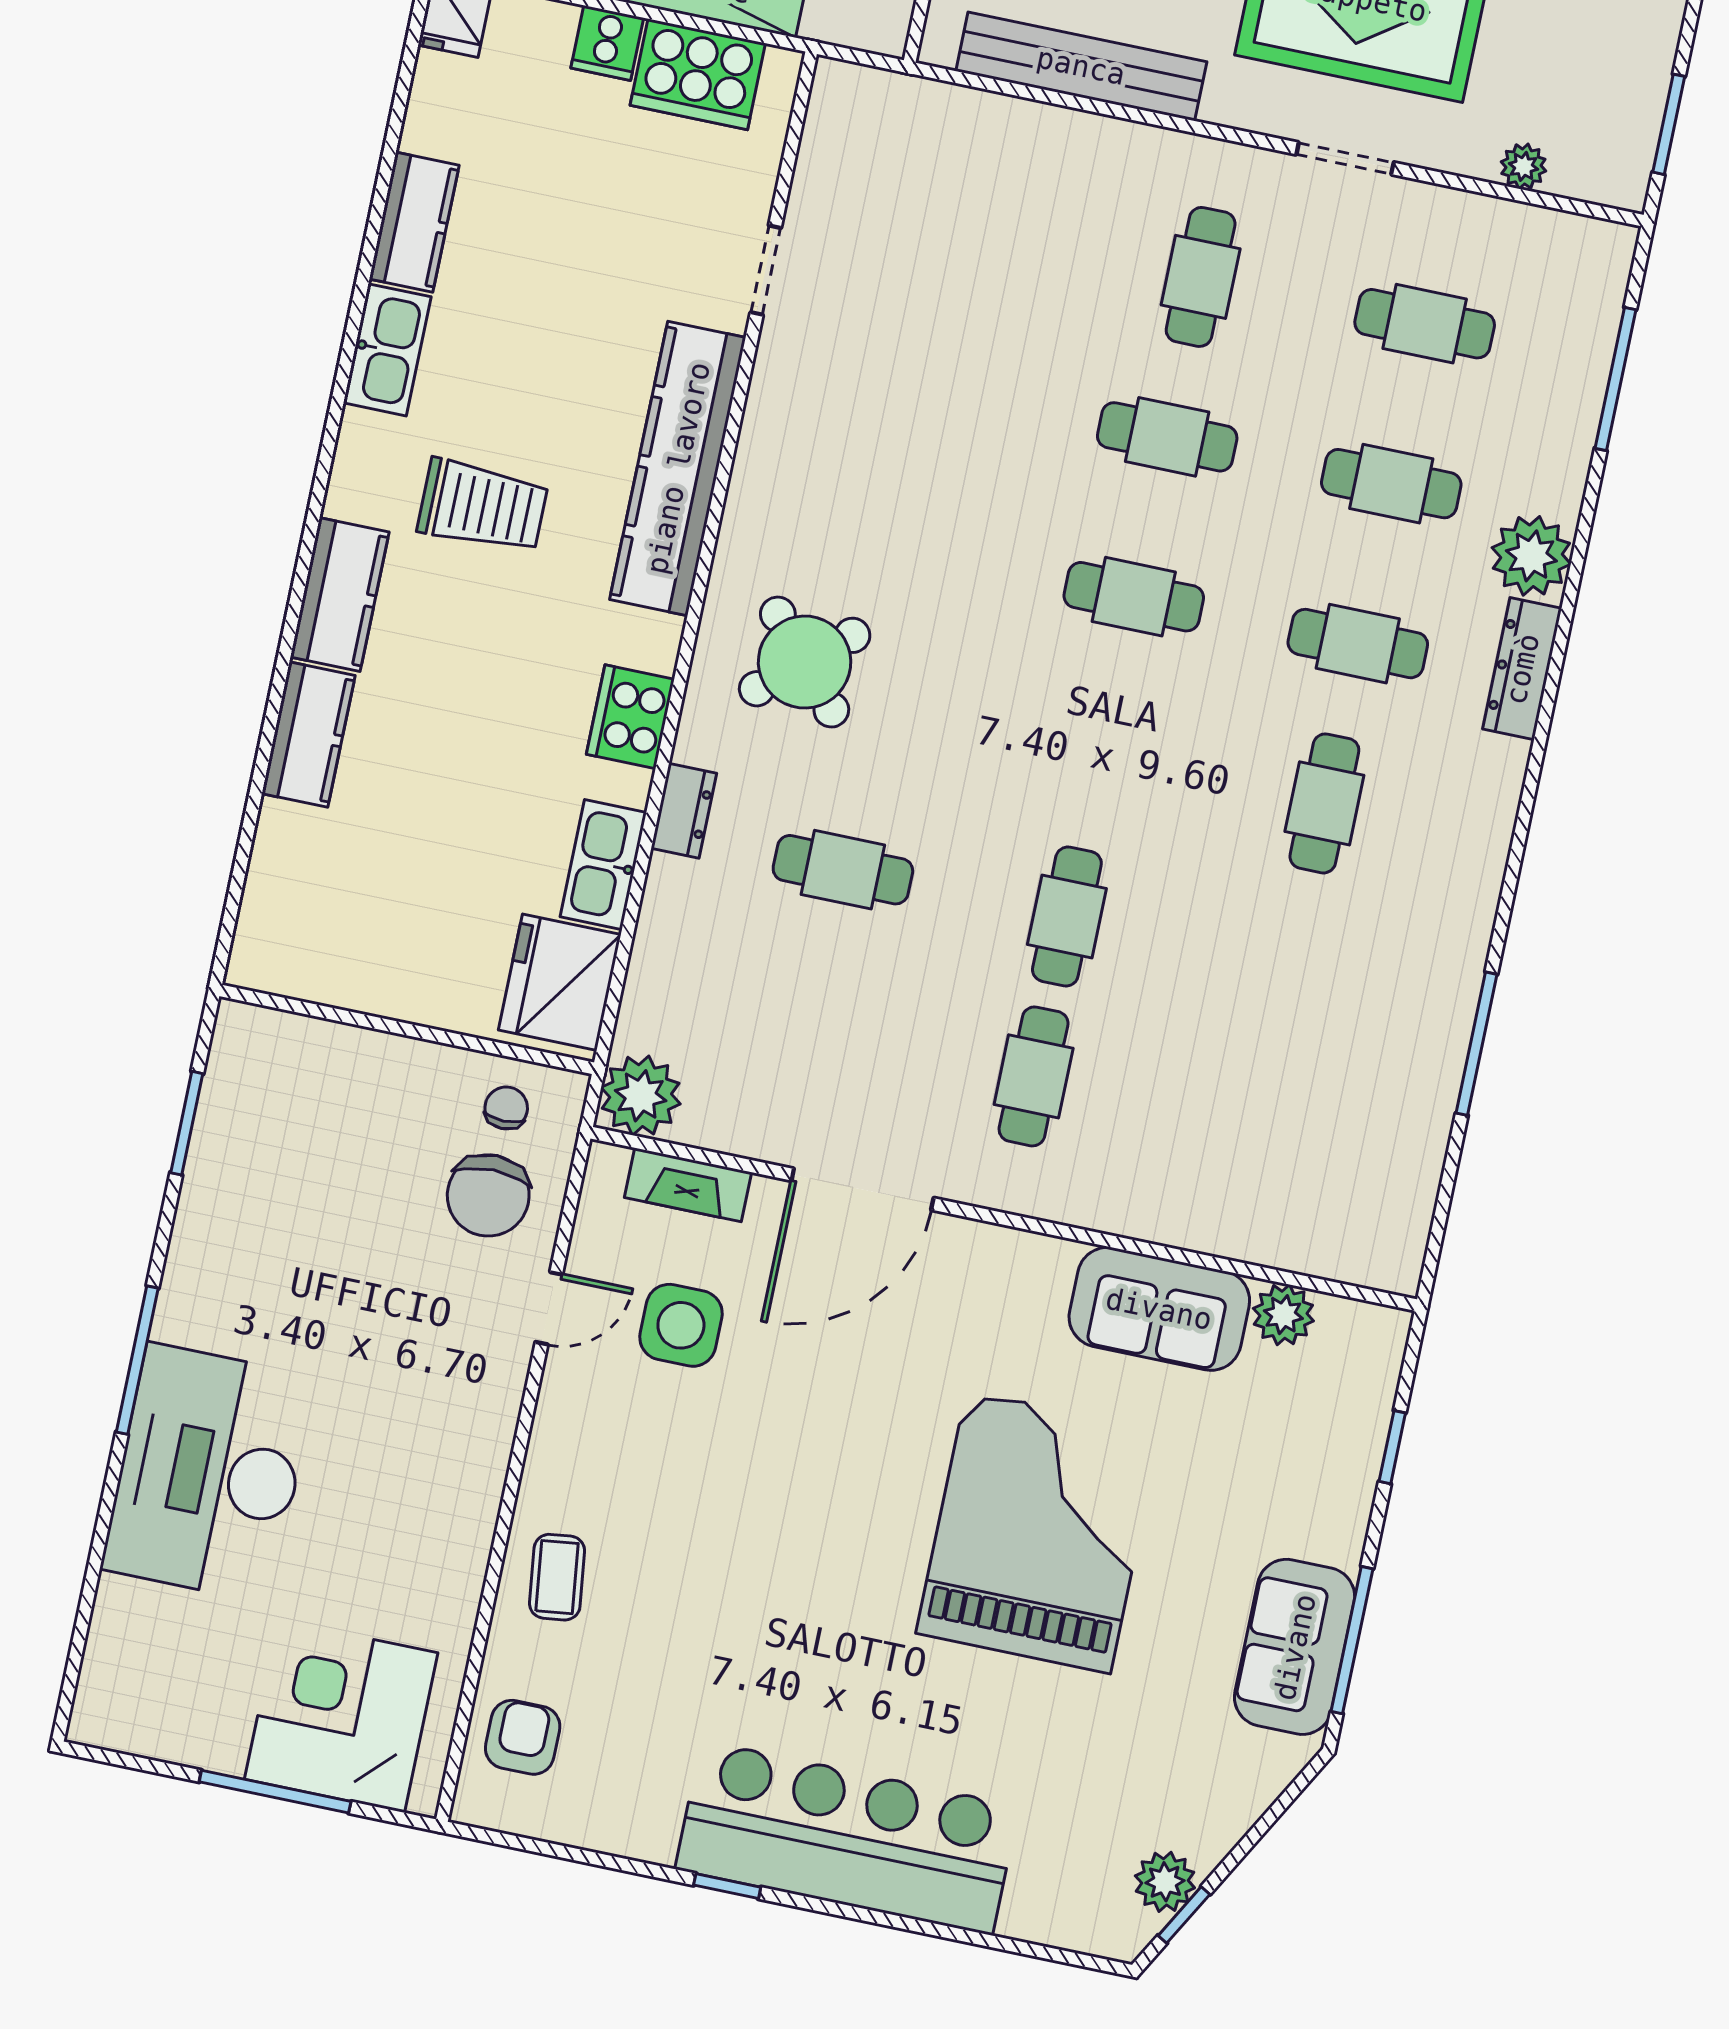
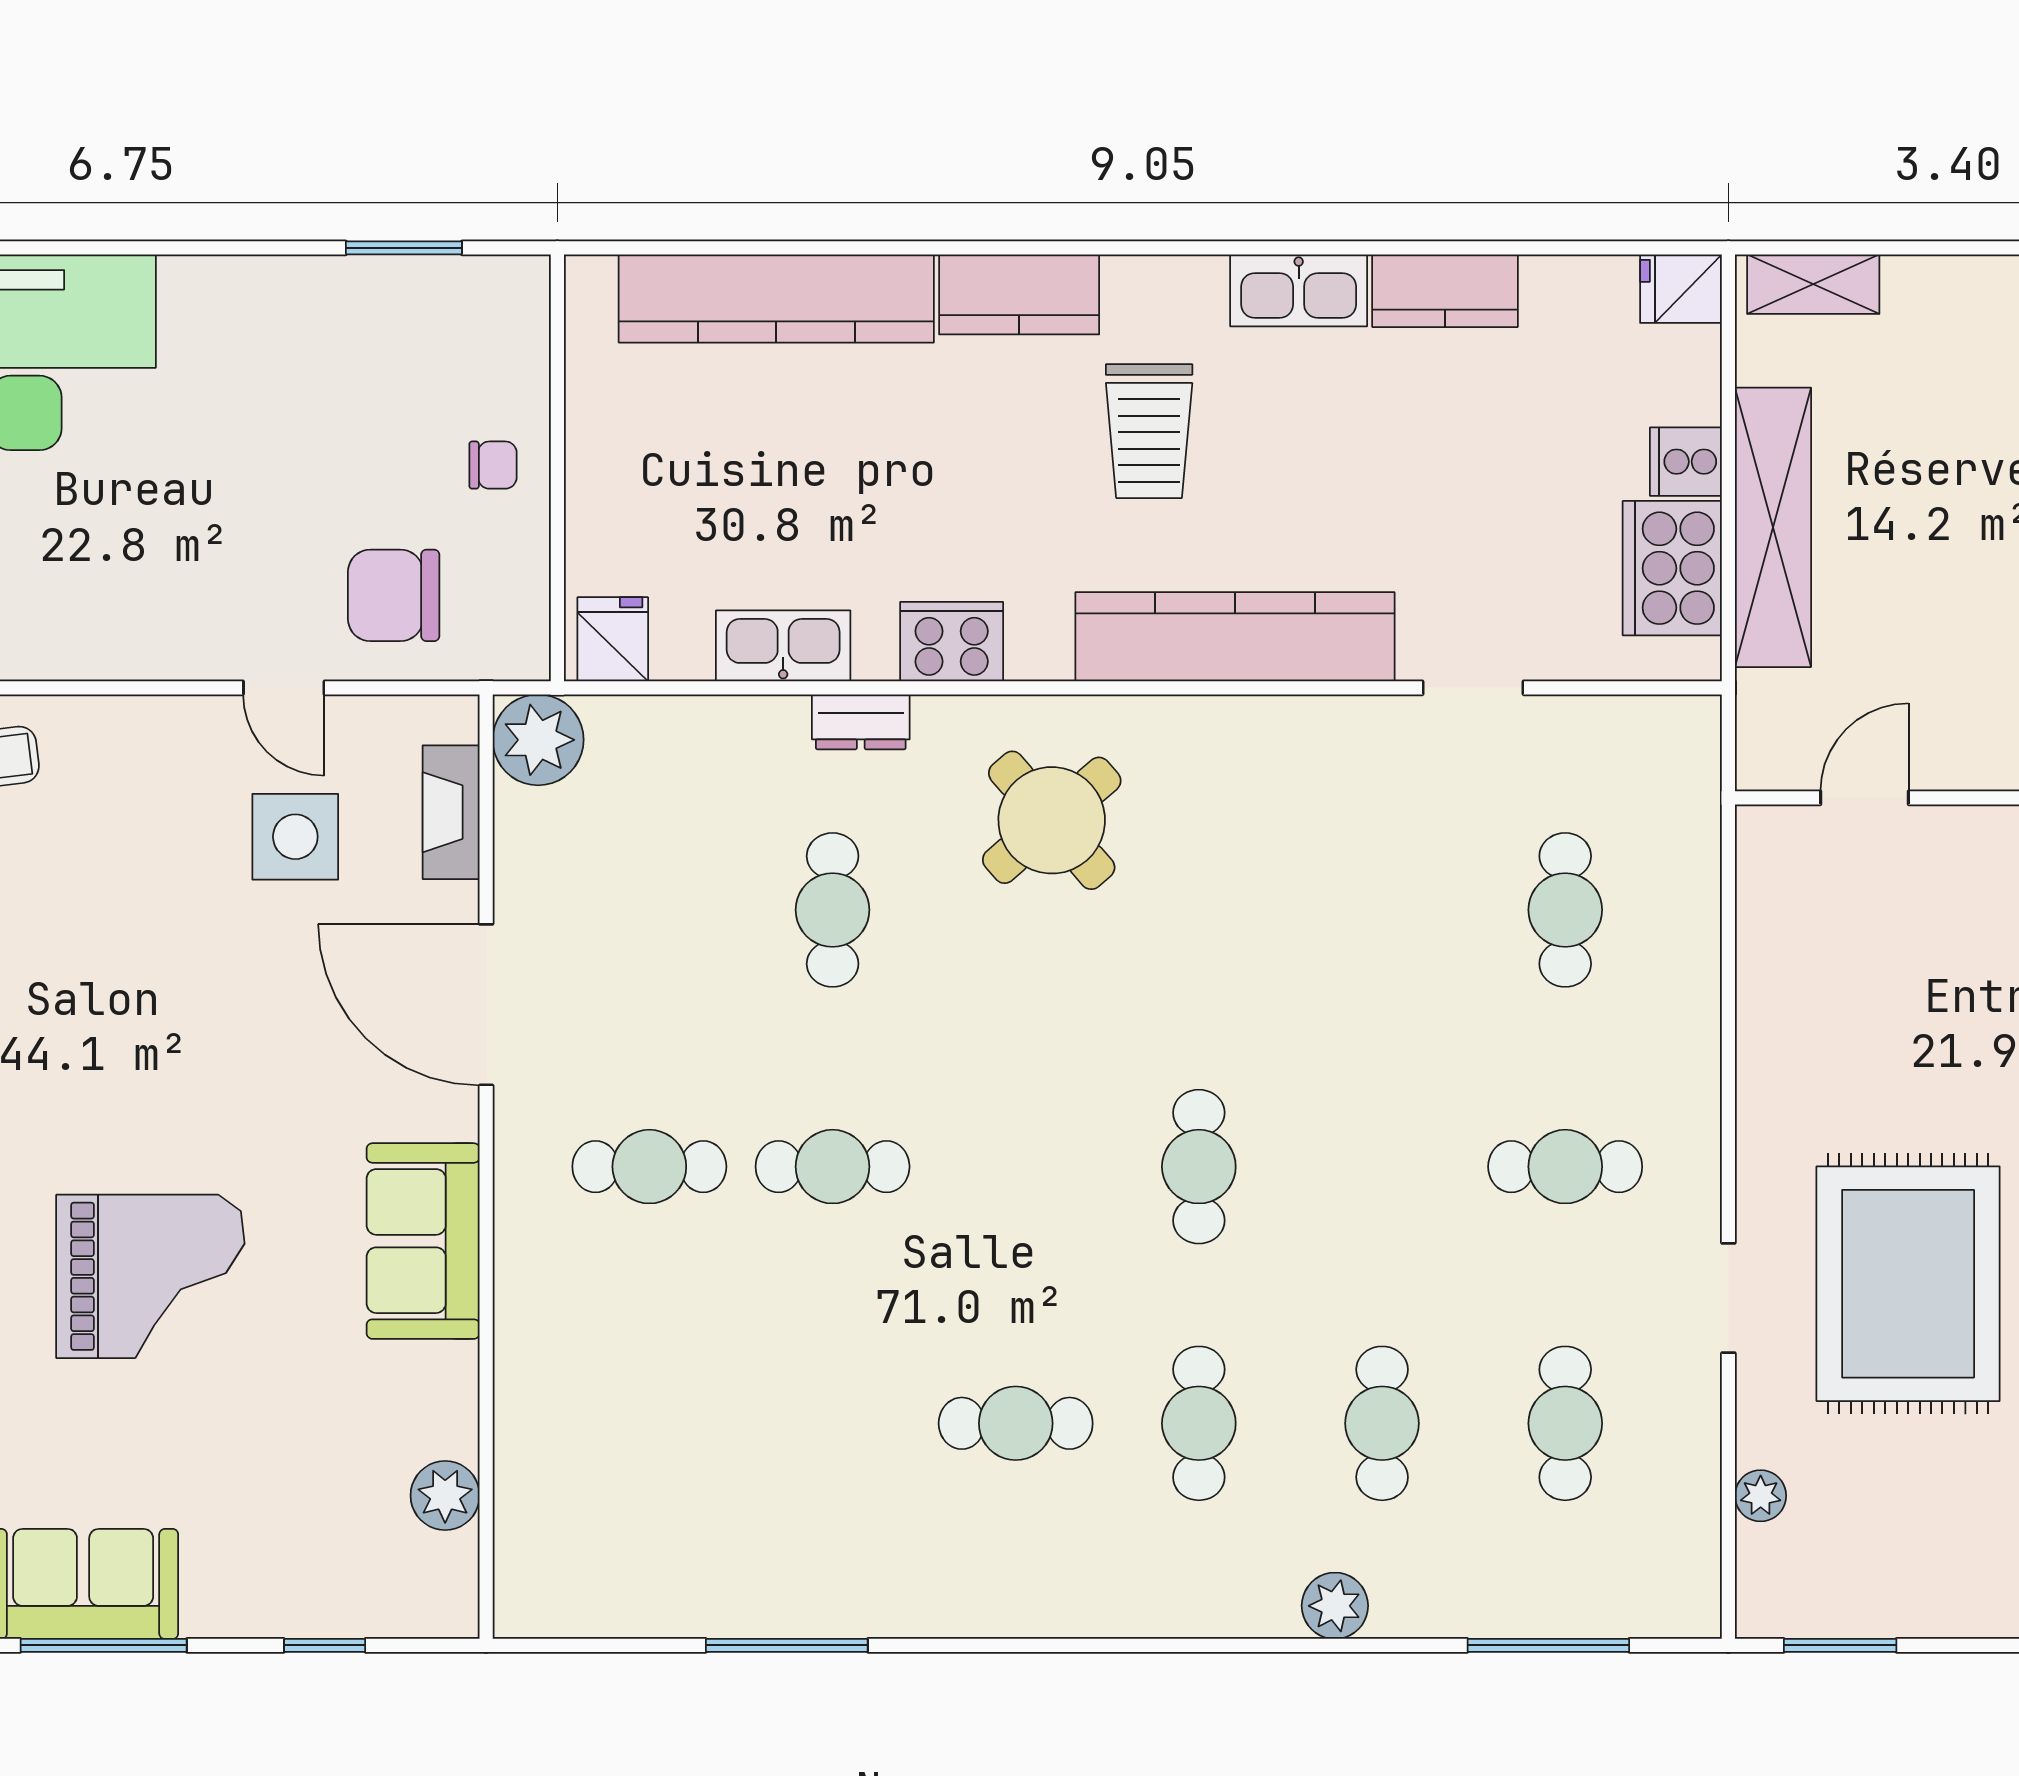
bench: (1081, 66) -> (1769, 988), removed
cafe table: (1167, 437) -> (1565, 910), moved
plant: (1531, 556) -> (1335, 1606), width x0.73, depth x0.73
dresser: (1522, 669) -> (1209, 1609), removed
kitchen counter: (308, 735) -> (776, 298), width x2.08, depth x1.17
fridge: (560, 982) -> (613, 639), width x0.53, depth x0.75
chair: (506, 1108) -> (493, 465), moved
sofa: (1159, 1309) -> (423, 1241), moved
window: (137, 1360) -> (132, 248), removed
grand piano: (1038, 1532) -> (150, 1276), width x0.73, depth x0.68

